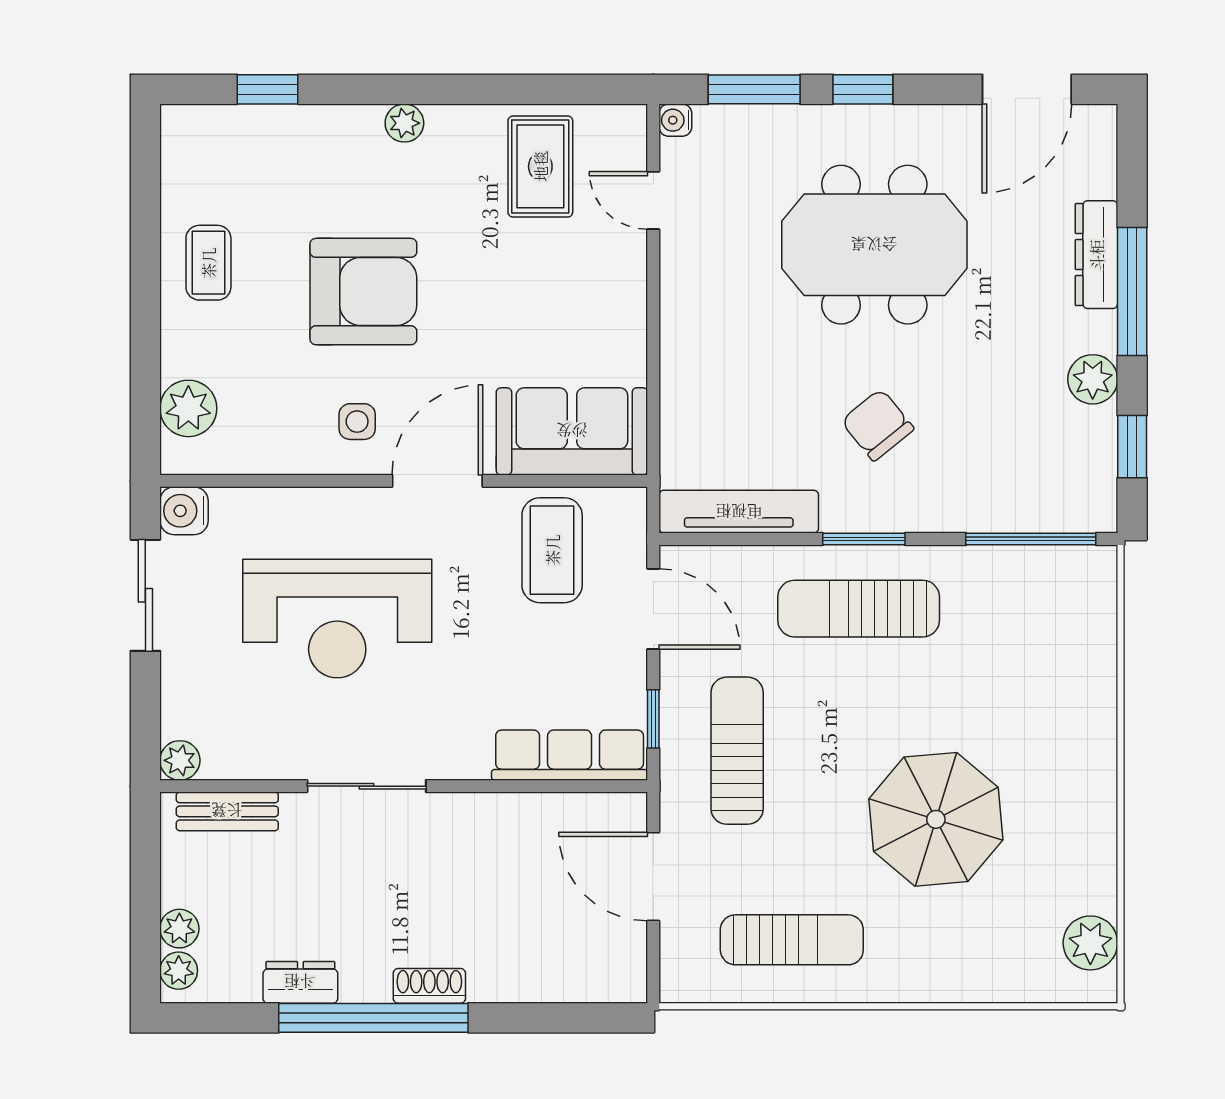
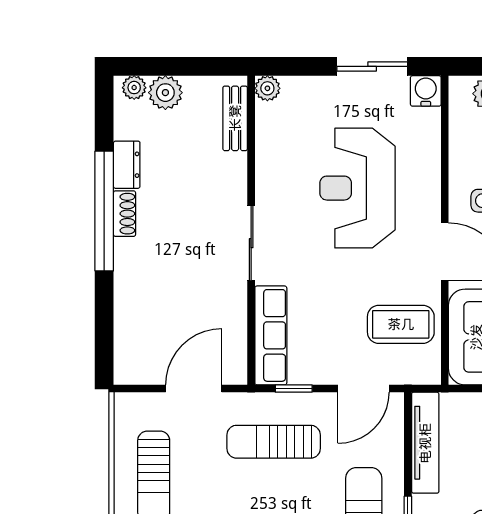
sun lounger: (737, 751) -> (274, 442), turned 180
sliding door: (367, 786) -> (251, 243), moved
plant: (179, 929) -> (165, 93), width x1.38, depth x1.38
shoe rack: (429, 986) -> (124, 214), moved

